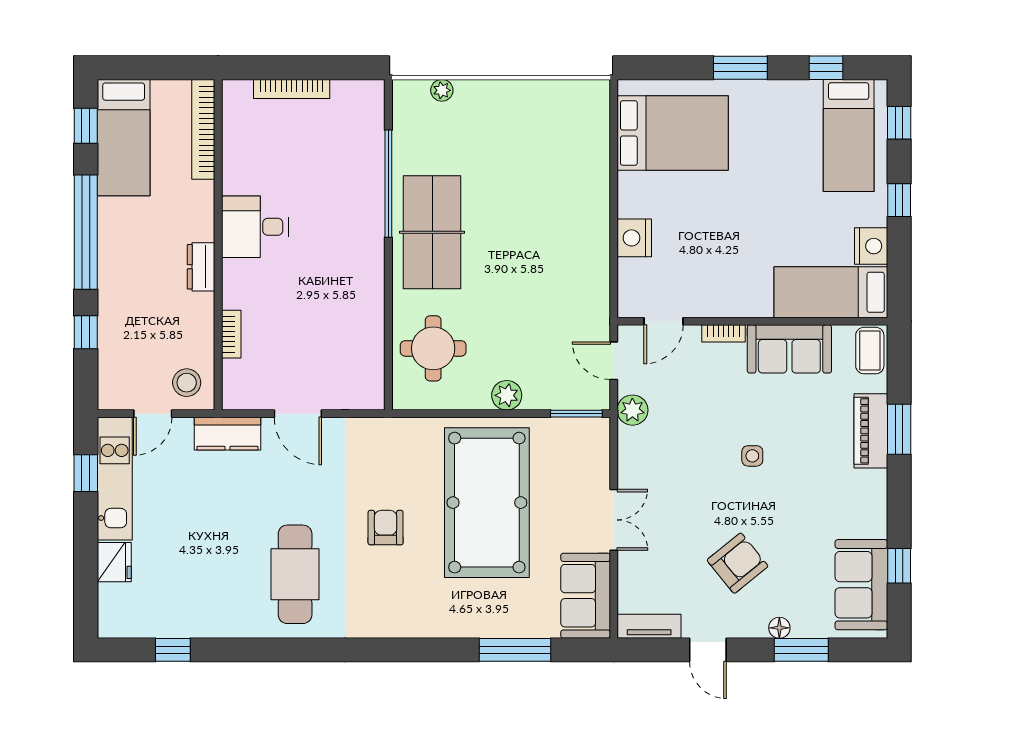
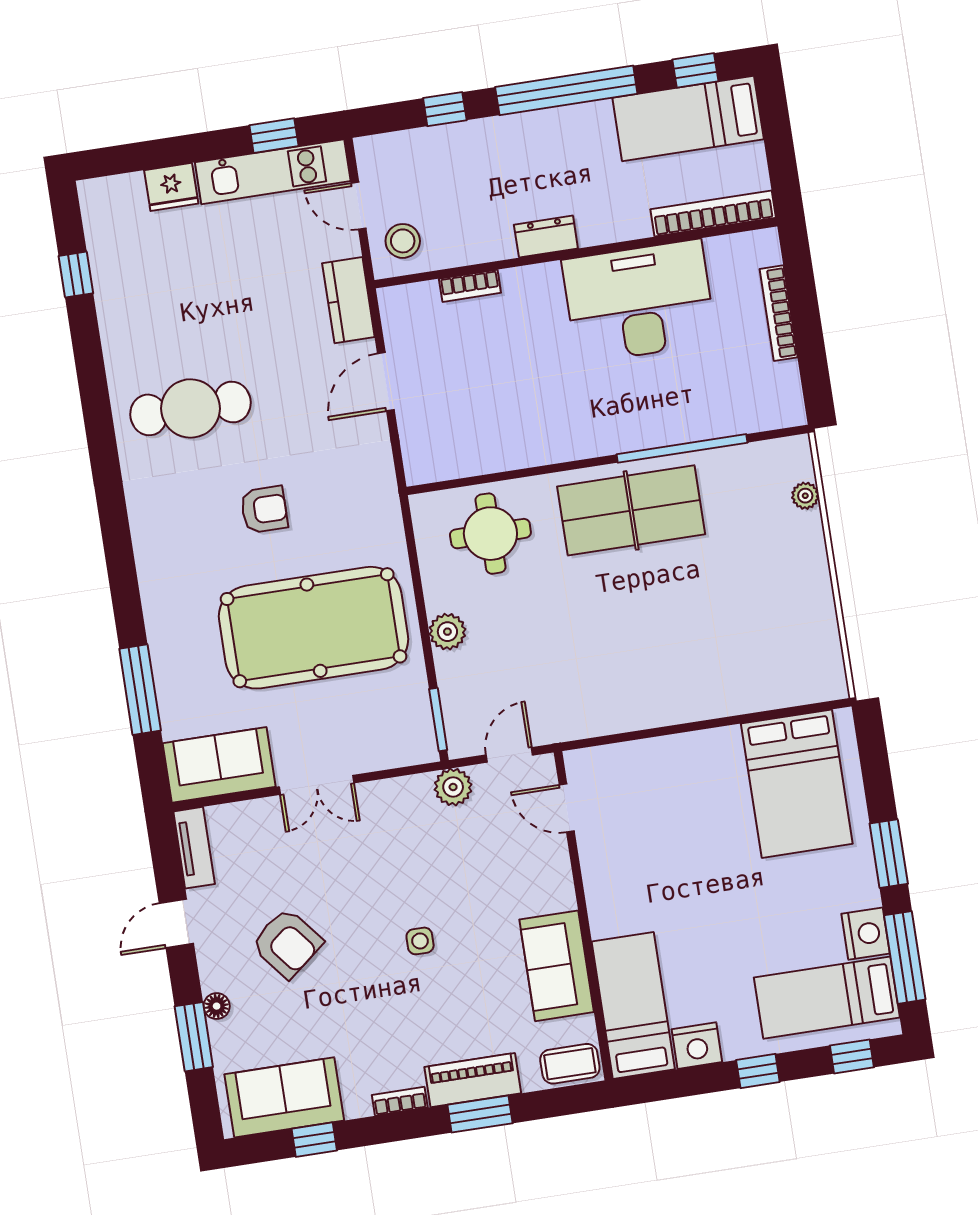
window: (826, 68) -> (905, 957), width x2.17
desk: (255, 227) -> (639, 301), width x1.87, depth x1.30
nightstand: (634, 238) -> (866, 934), moved, turned 90
bookcase: (723, 333) -> (400, 1101), moved, turned 90

